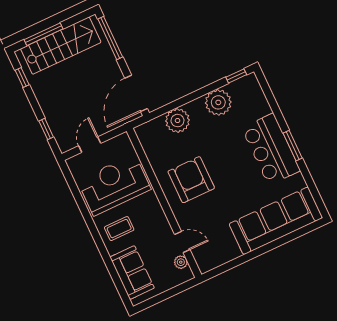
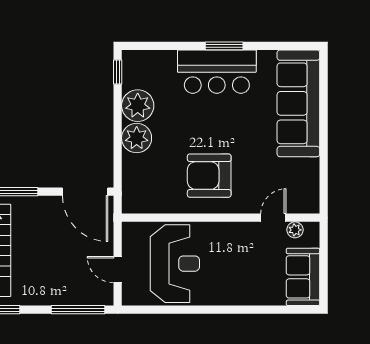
plant: (178, 121) -> (137, 138), moved
window: (46, 129) -> (78, 310), width x2.17
reception desk: (114, 185) -> (175, 264), turned 180
coffee table: (119, 229) -> (226, 281), removed
sofa: (132, 273) -> (303, 277), moved, turned -90

